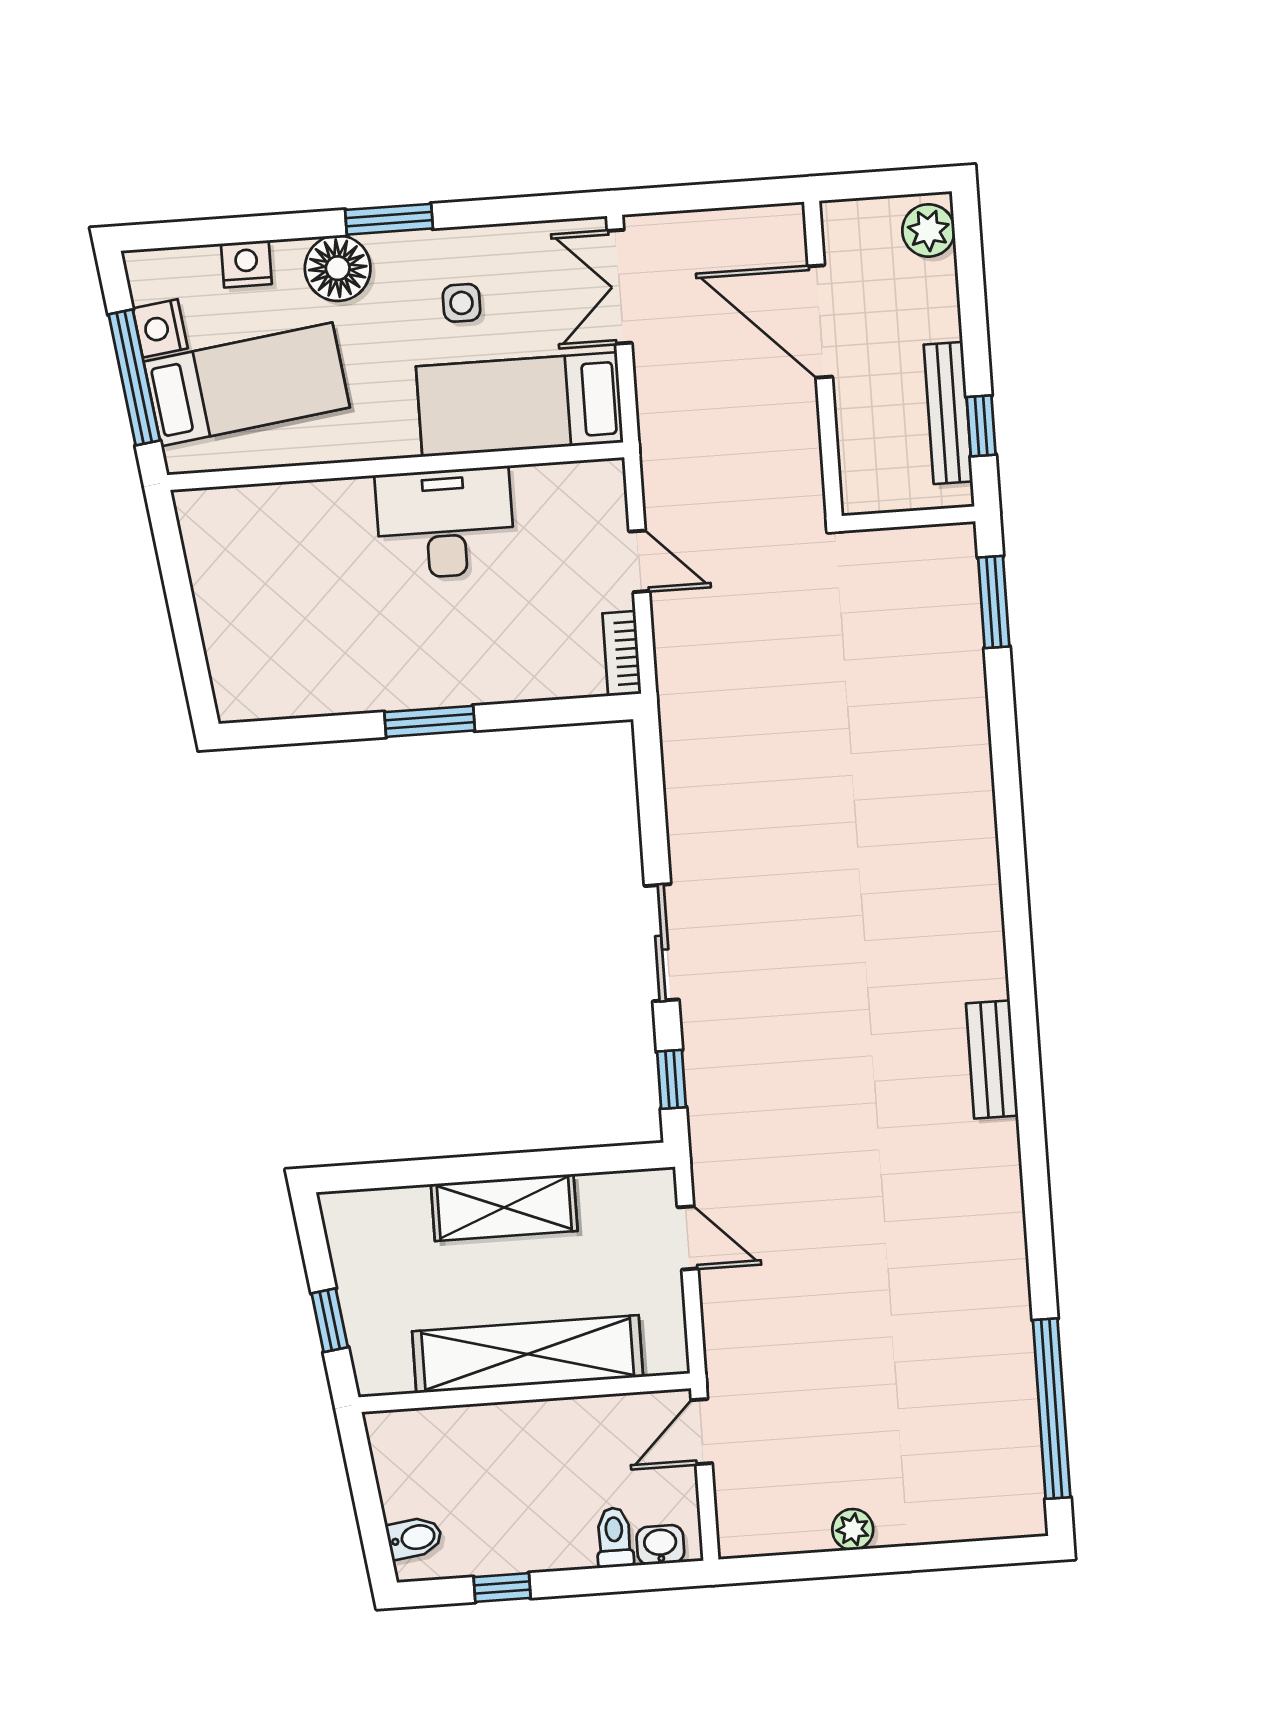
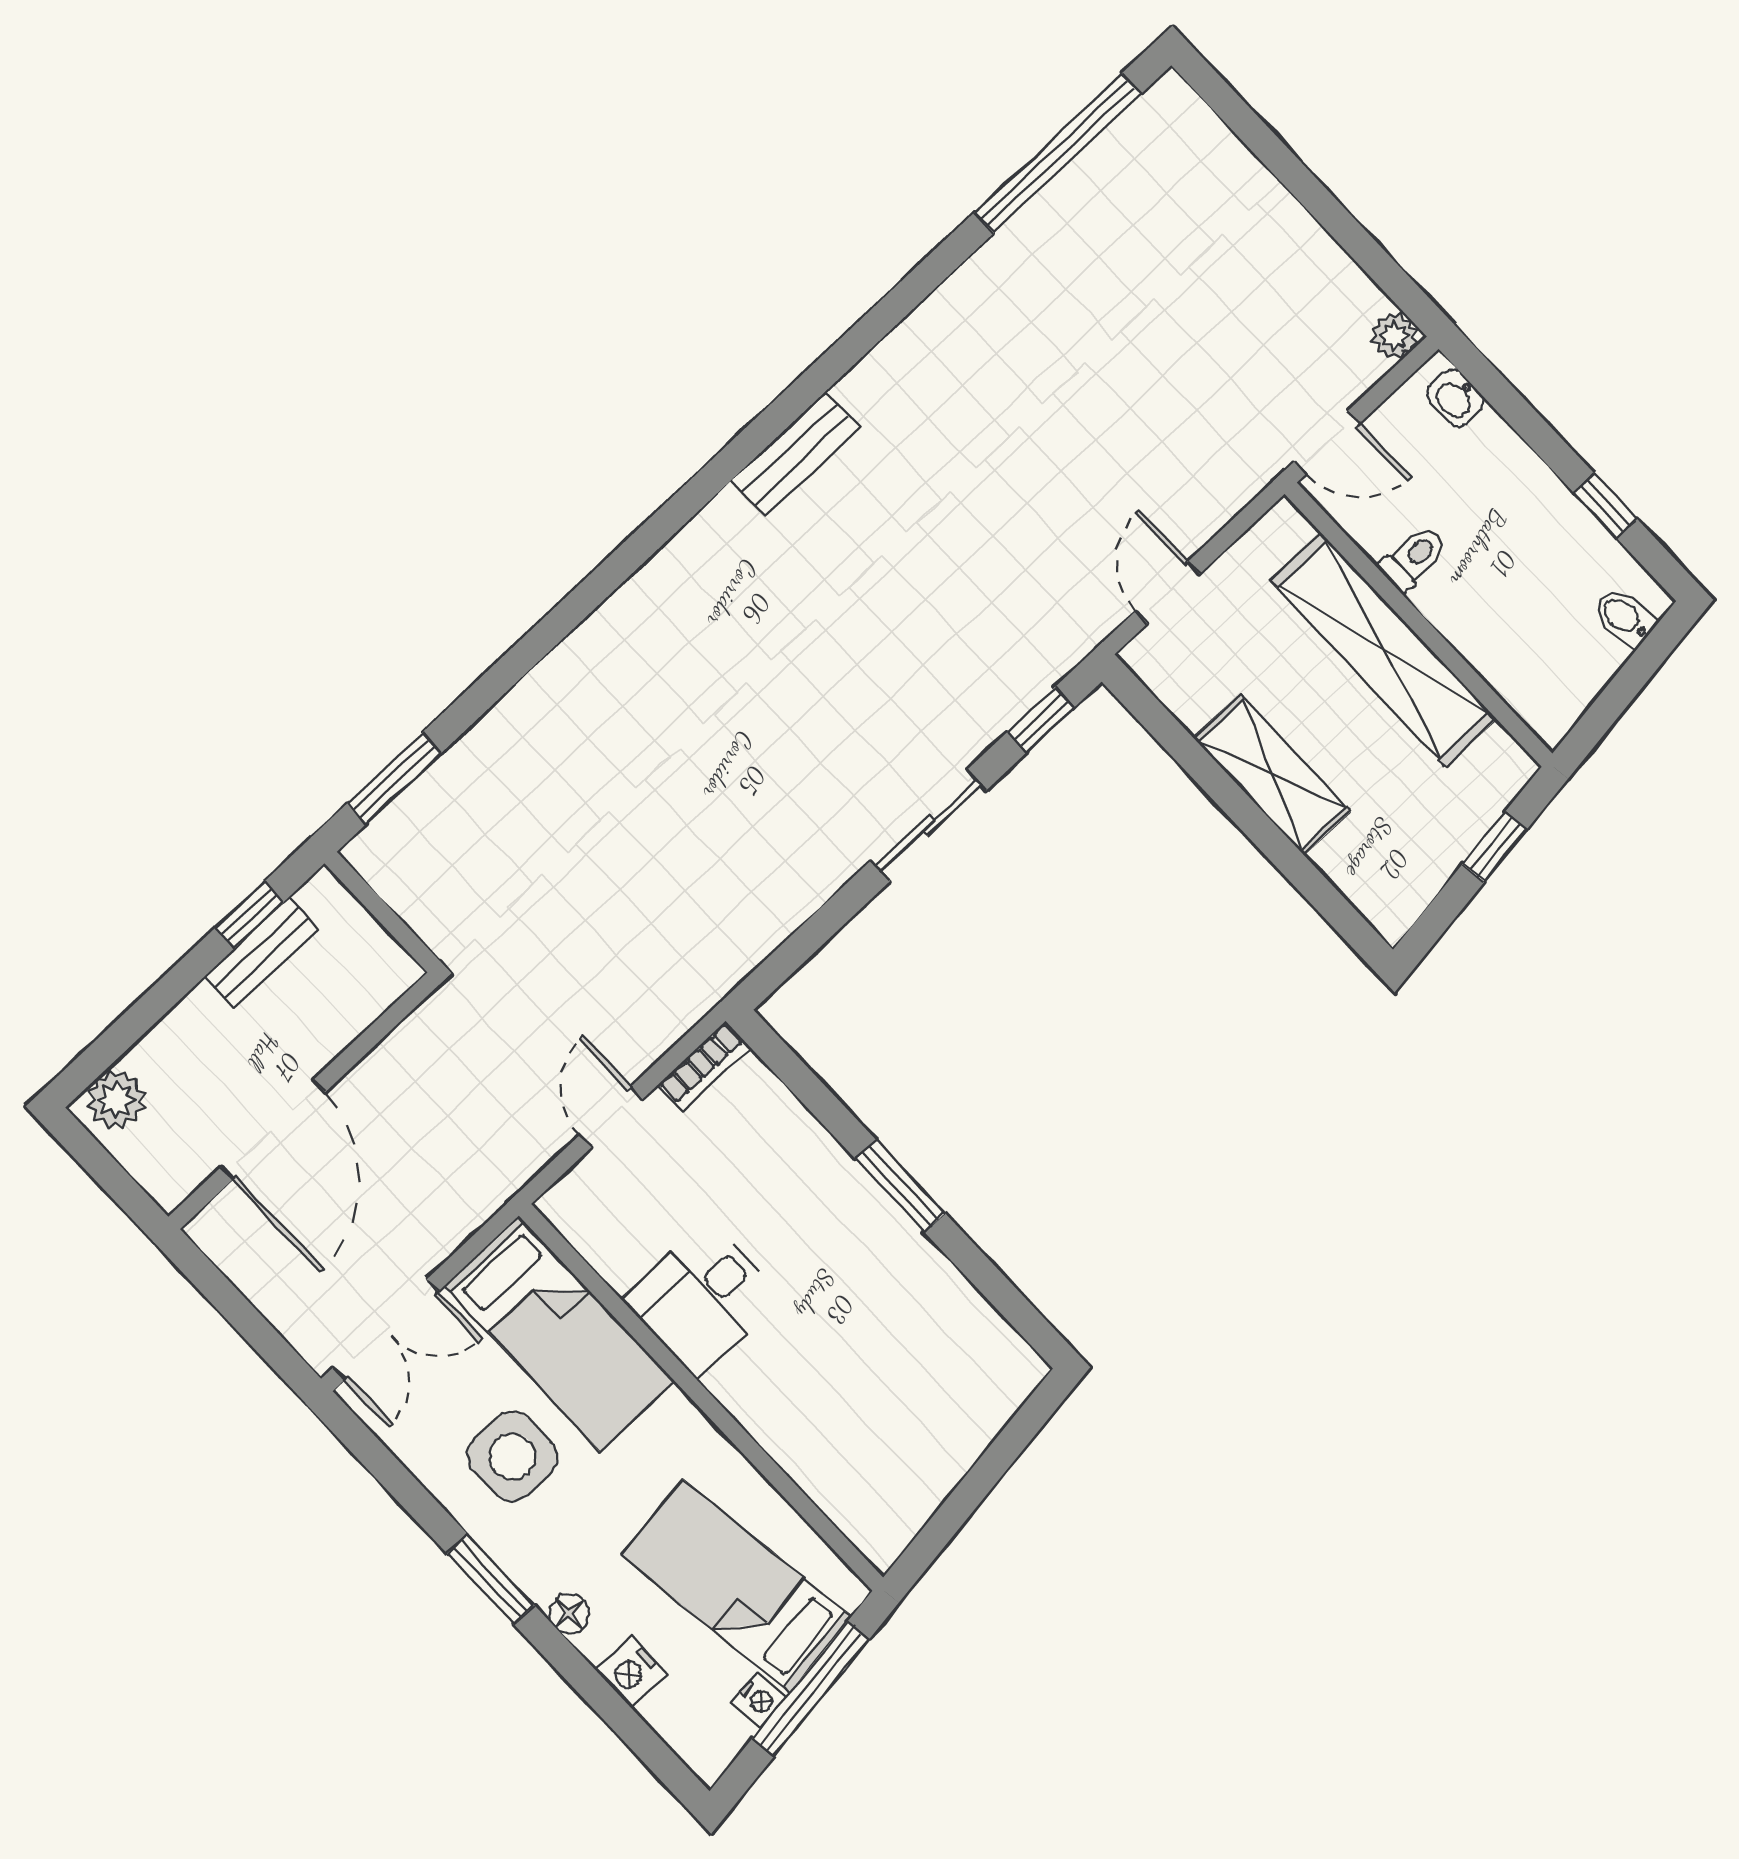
floor lamp: (338, 268) -> (569, 1614), width x0.53, depth x0.53
side table: (461, 303) -> (512, 1456), width x1.87, depth x1.87
nightstand: (160, 328) -> (759, 1700), width x0.72, depth x0.74
bench: (948, 413) -> (262, 953), width x0.73
desk: (445, 523) -> (702, 1299), width x0.73
plant: (853, 1529) -> (1394, 336), moved
toilet: (614, 1538) -> (1413, 558), moved, turned 180

